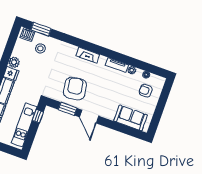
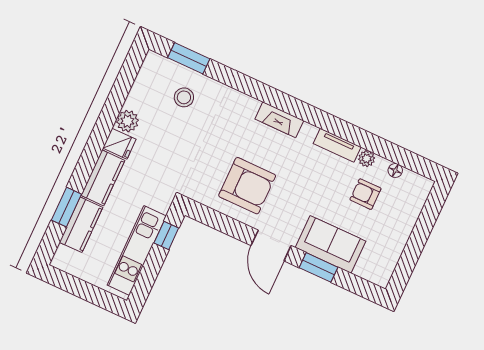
dishwasher: (28, 35) -> (160, 67), removed
armchair: (75, 89) -> (247, 186), turned 99
armchair: (146, 91) -> (365, 194), moved
window: (68, 109) -> (318, 267), moved
sofa: (131, 118) -> (330, 244), moved

